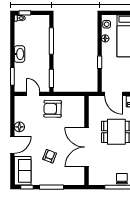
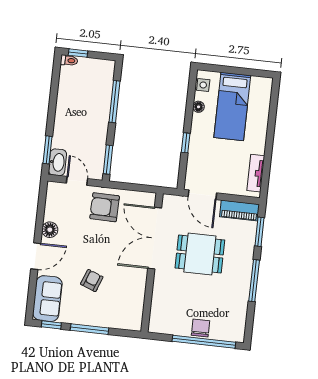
washbasin: (19, 54) -> (57, 162), moved
double door: (87, 147) -> (155, 238), moved

